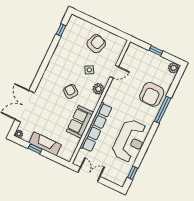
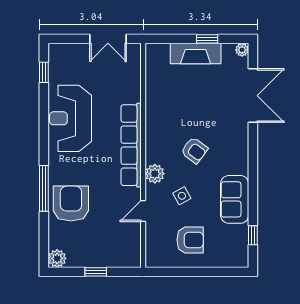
armchair: (96, 44) -> (190, 240), turned -109
sofa: (80, 122) -> (235, 199), moved, turned 180
row of seats: (96, 127) -> (131, 145), moved

